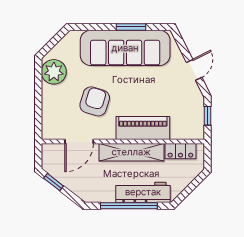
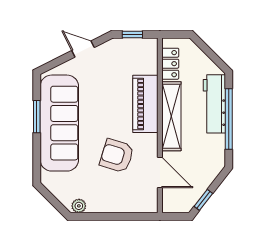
plant: (54, 72) -> (79, 206), width x0.53, depth x0.53

